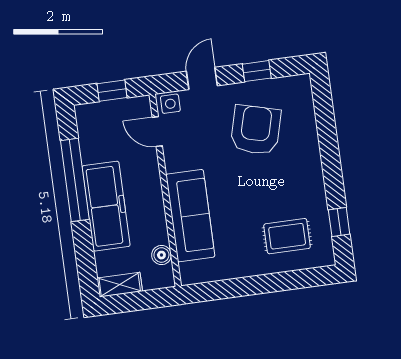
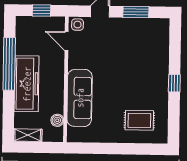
window: (257, 71) -> (136, 12), width x1.50
armchair: (256, 130) -> (129, 49), removed
window: (339, 222) -> (174, 83), moved

